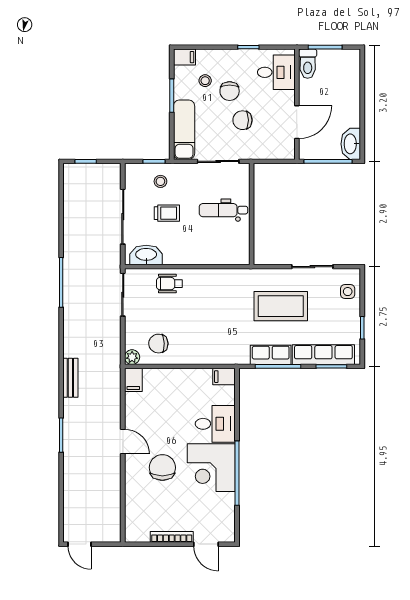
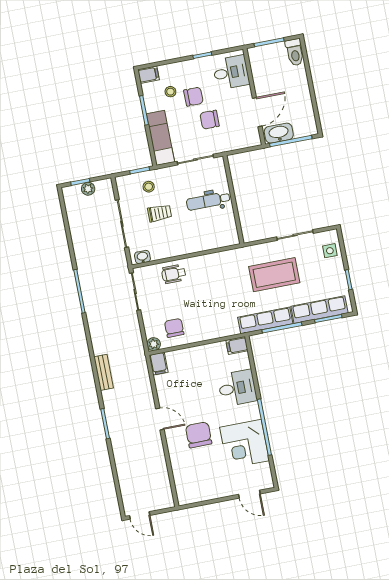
toilet: (308, 64) -> (295, 52), moved
chair: (230, 91) -> (193, 97), turned -90
washbasin: (351, 144) -> (279, 133), moved, turned 90
plant: (93, 171) -> (88, 189), added
washbasin: (146, 255) -> (142, 257), width x0.52, depth x0.69
chair: (158, 344) -> (174, 328), turned 92
row of seats: (271, 355) -> (265, 320), width x1.48
corner desk: (211, 468) -> (244, 444), moved
bookcase: (172, 537) -> (218, 494), removed

